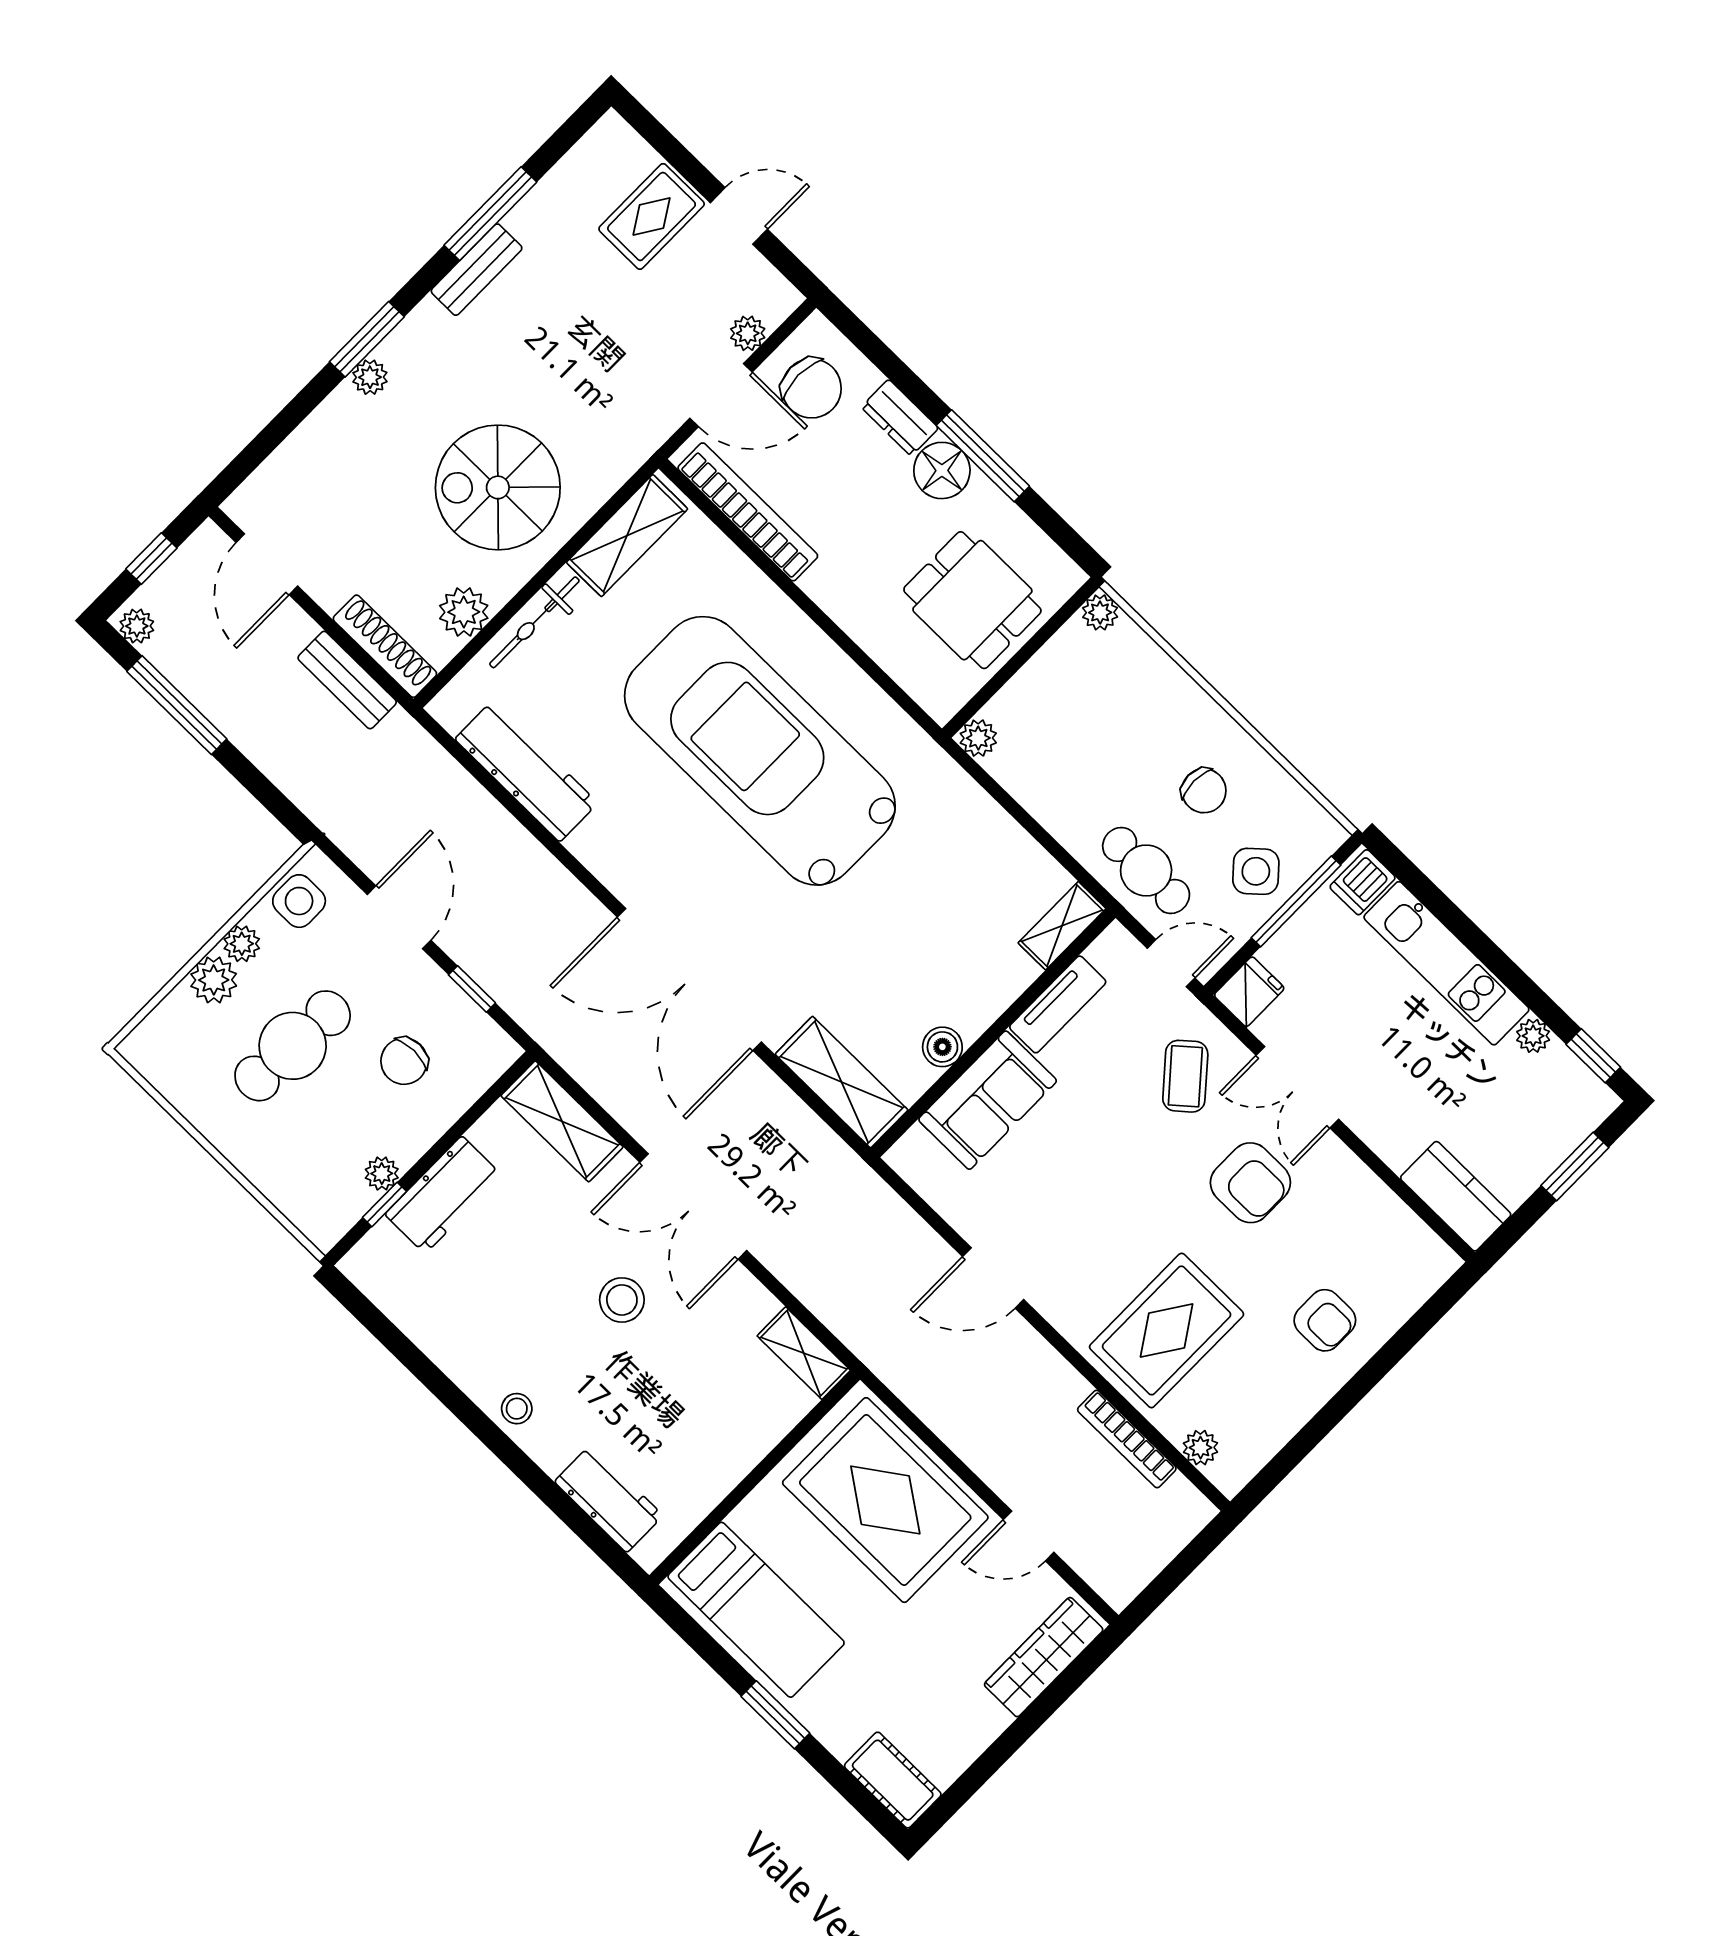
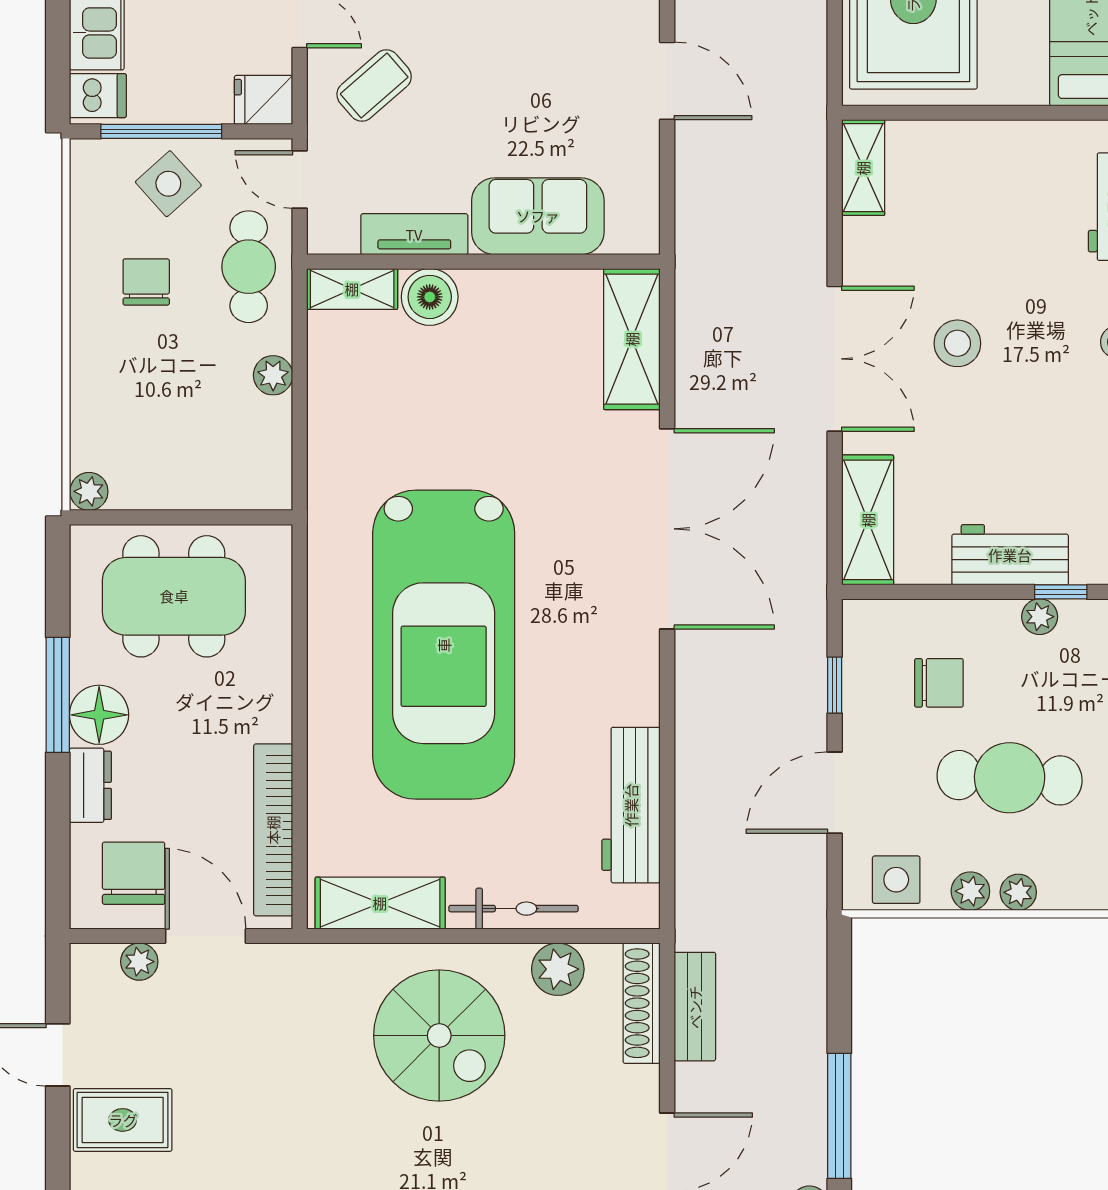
dining table: (972, 600) -> (174, 596), width x1.38
plant: (978, 738) -> (273, 375), moved
plant: (214, 980) -> (1018, 892), width x0.73, depth x0.73
boiler: (942, 1047) -> (430, 297), moved, width x1.36, depth x1.36

